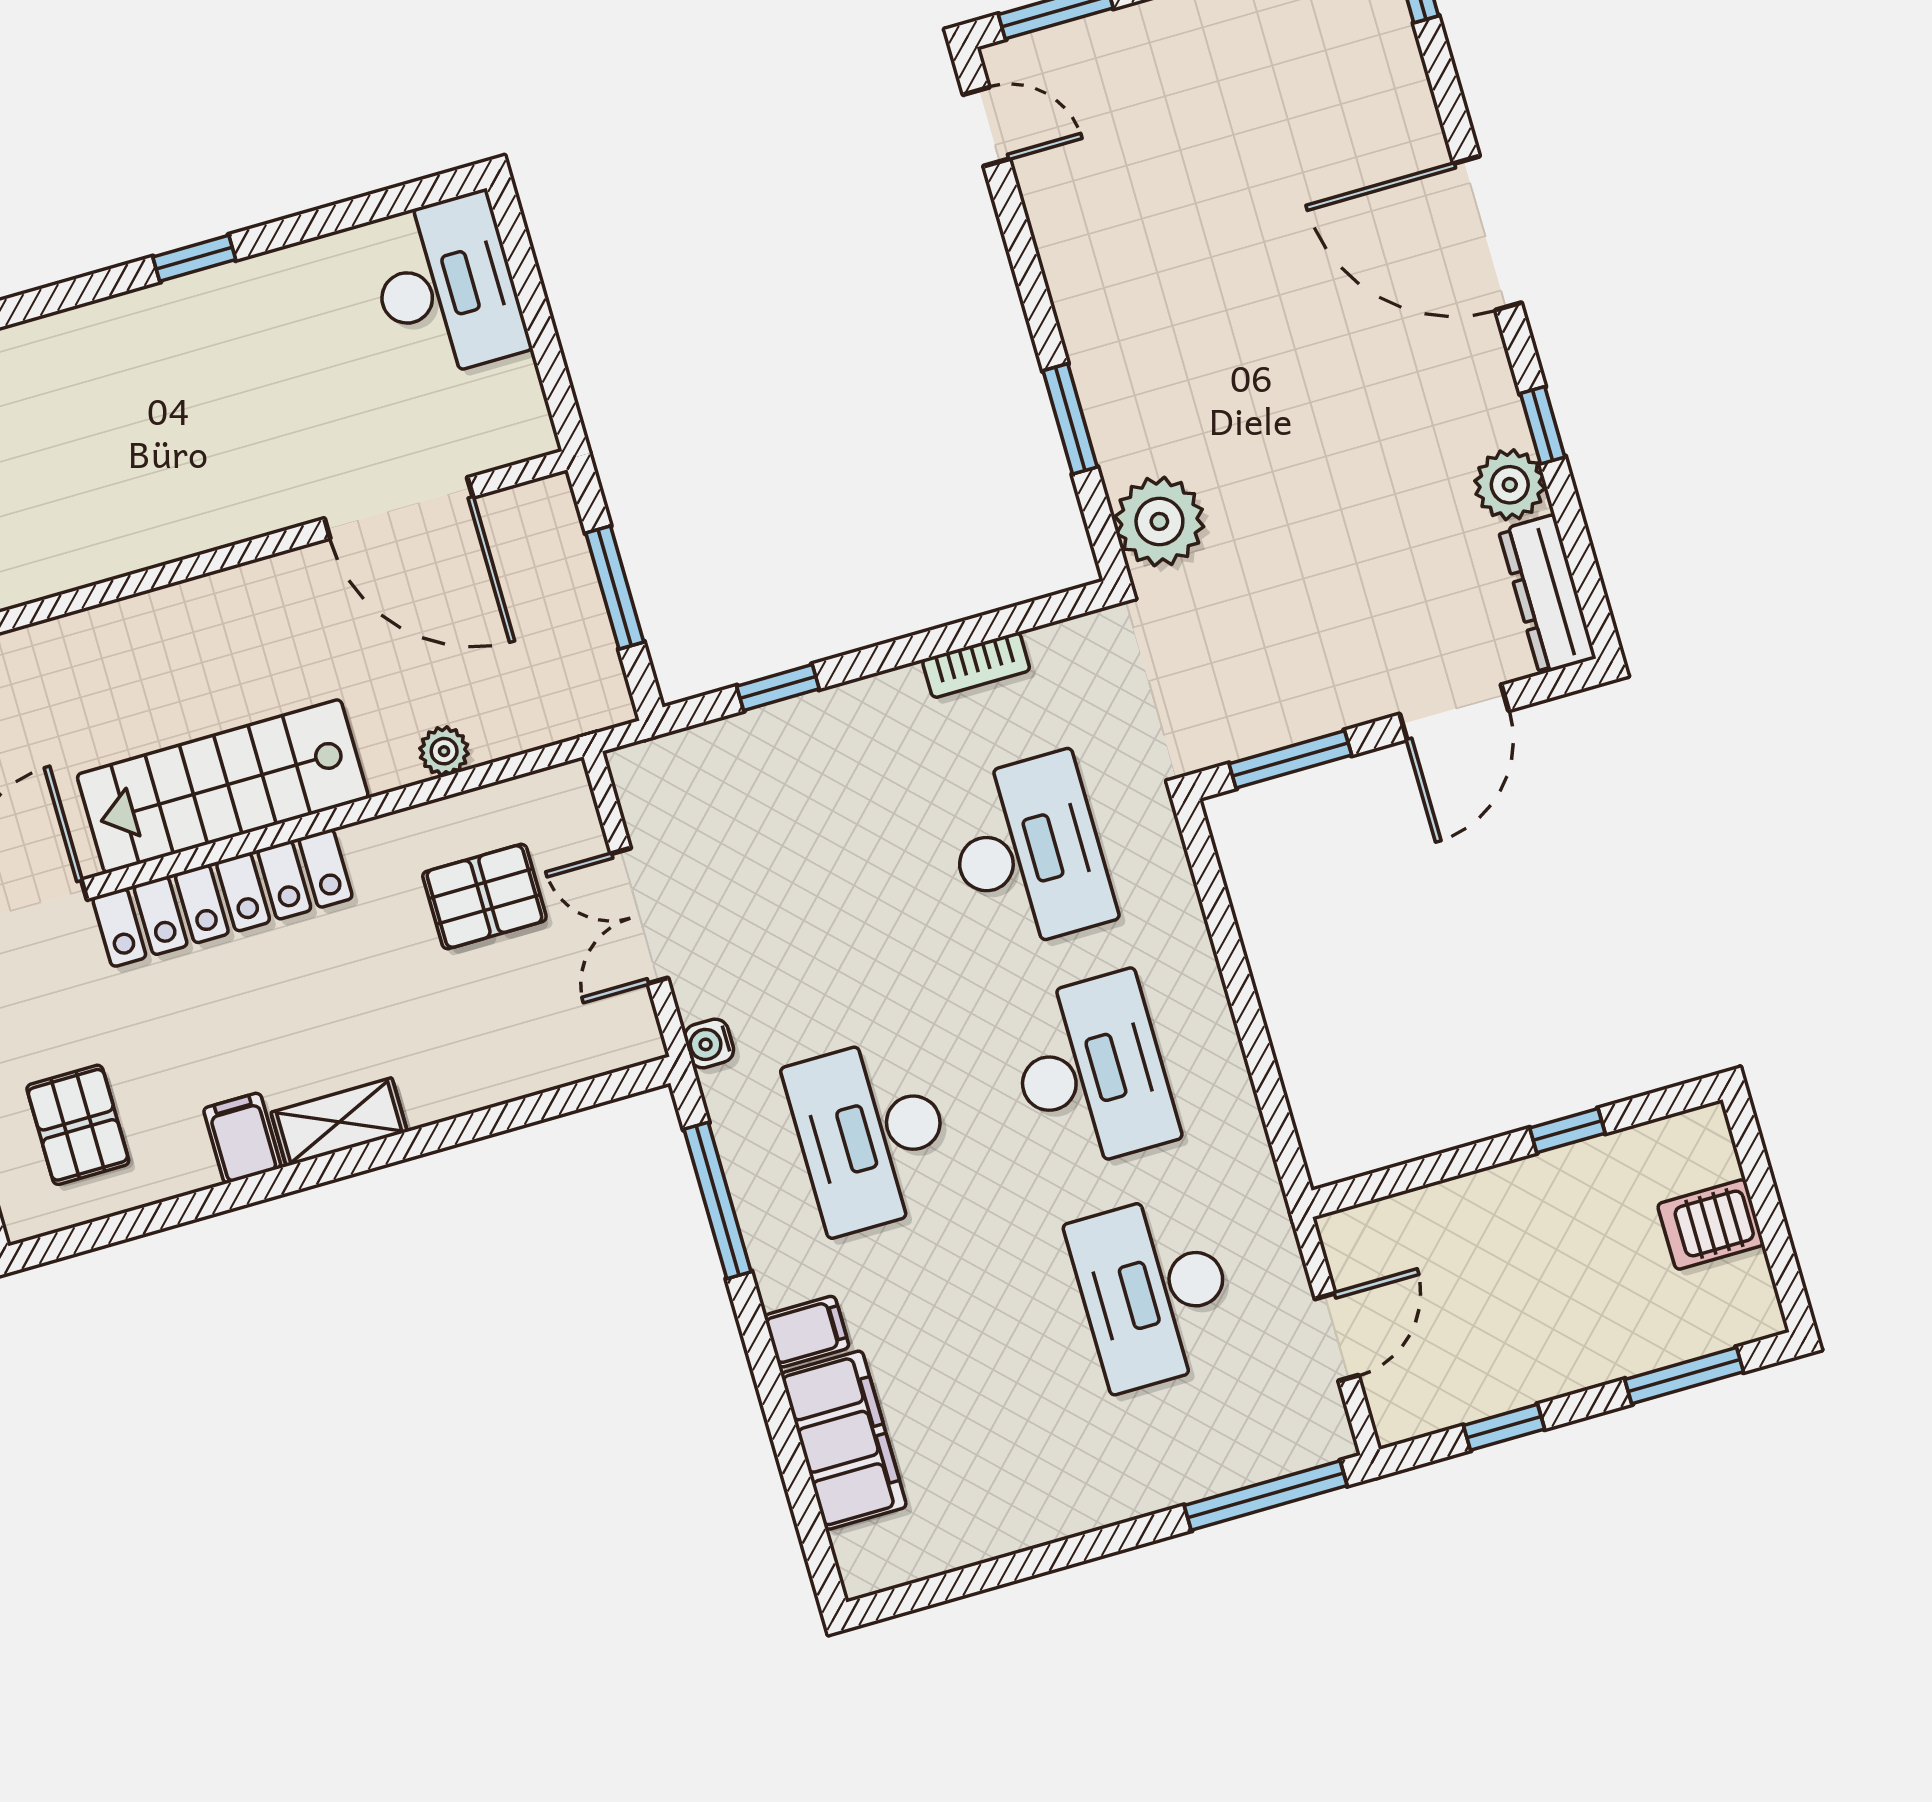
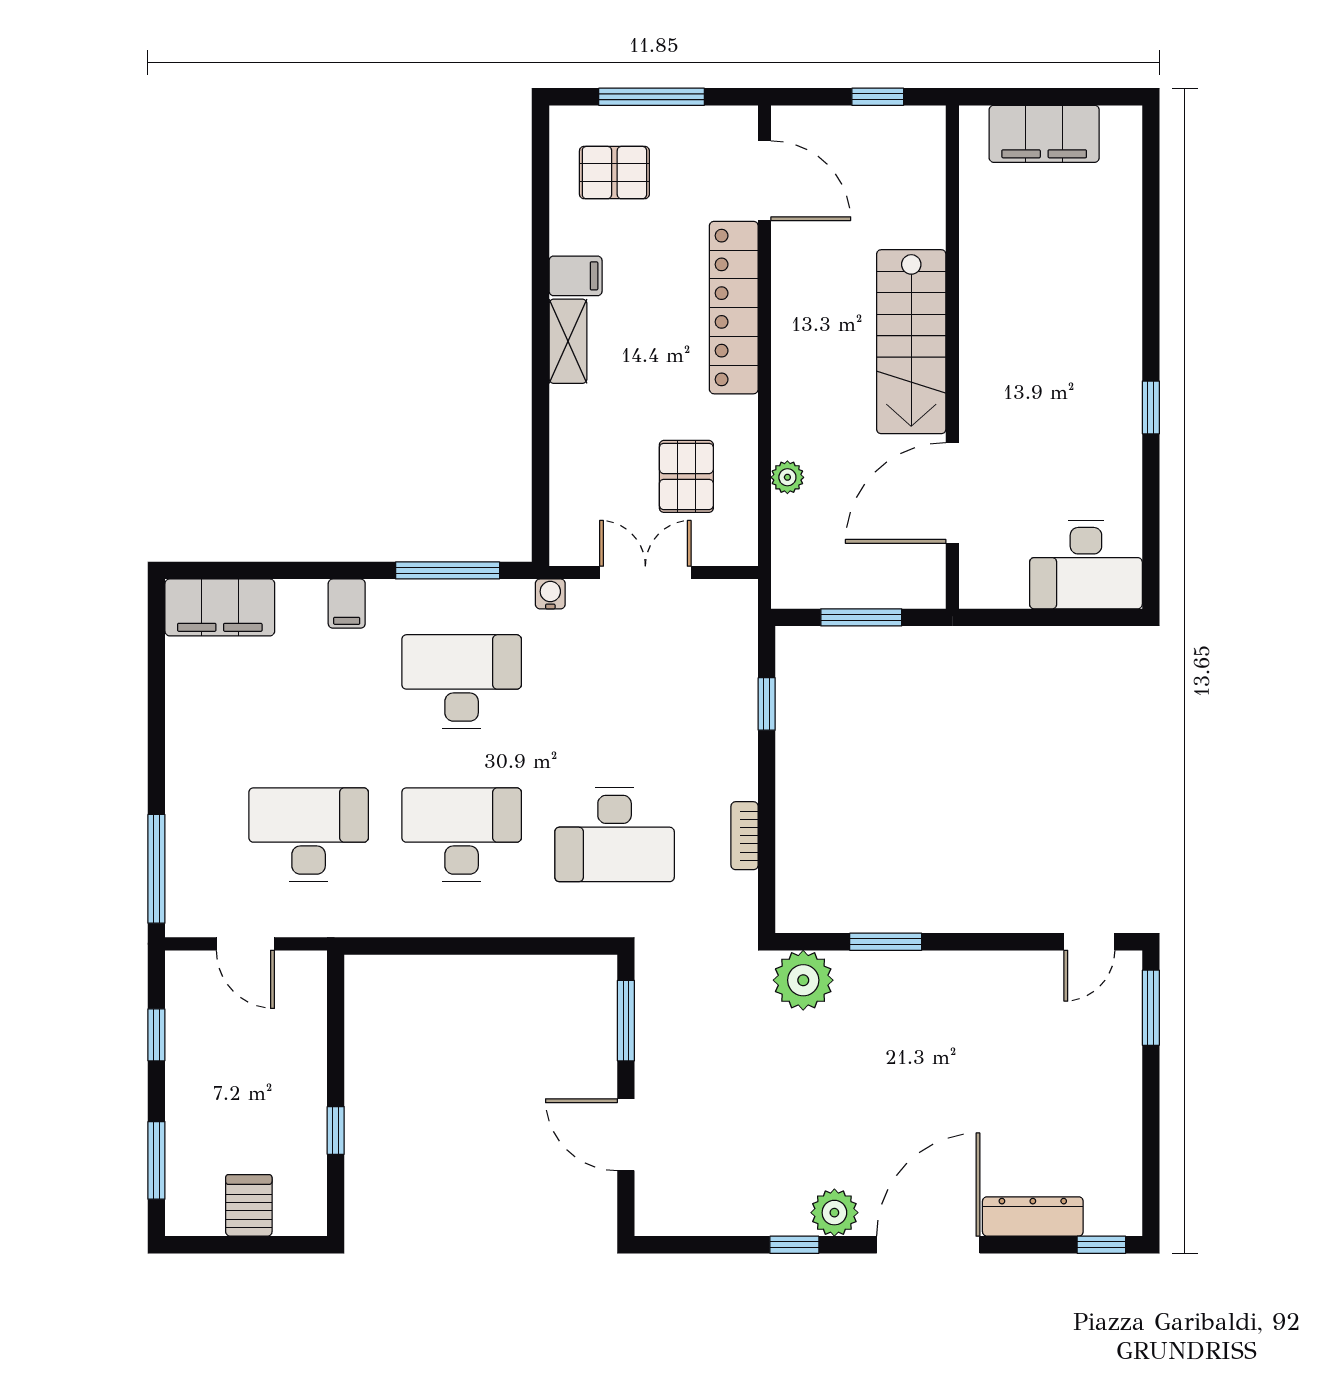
plant: (1510, 485) -> (834, 1213), moved
dresser: (1547, 594) -> (1033, 1216), moved
stairs: (223, 786) -> (911, 342), moved, turned 180
desk: (1091, 1072) -> (462, 835), turned 180
filing cabinet: (844, 1440) -> (220, 607), moved

